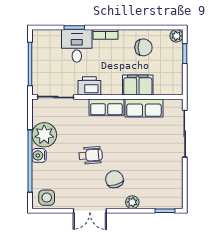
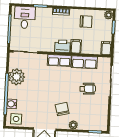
desk: (77, 46) -> (25, 17), moved
filing cabinet: (138, 85) -> (76, 46), width x0.50
filing cabinet: (176, 85) -> (106, 48), added
printer: (89, 86) -> (62, 46), moved
water cooler: (39, 155) -> (12, 104), moved
wheelchair: (91, 155) -> (88, 89), moved

